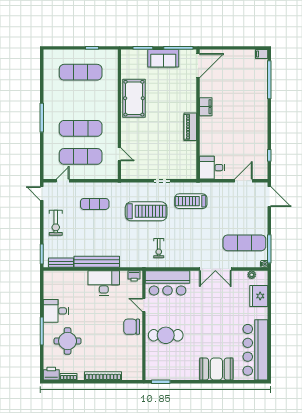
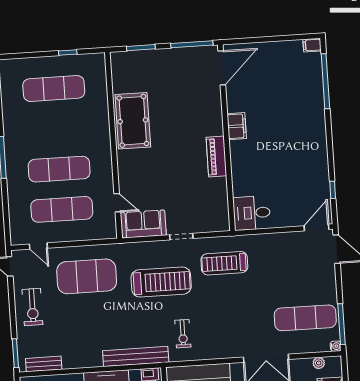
sofa: (163, 58) -> (143, 224), moved, turned 180
door: (63, 181) -> (38, 246), swing flipped
door: (243, 181) -> (316, 228), moved
exercise mat: (95, 204) -> (87, 276), width x2.00, depth x1.45
bench: (97, 262) -> (136, 356), moved

